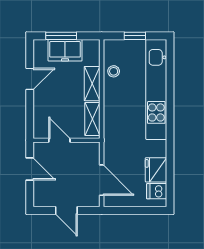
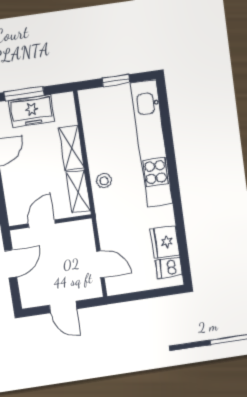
stool: (114, 71) -> (104, 181), moved
door: (59, 140) -> (42, 224), hinge flipped
door: (30, 169) -> (11, 264), hinge flipped
door: (102, 180) -> (100, 264), width x0.73

